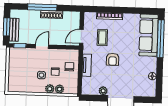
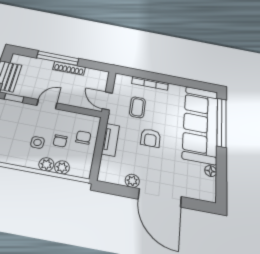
sofa: (149, 35) -> (201, 124), width x1.36, depth x1.27
door: (81, 36) -> (107, 101), hinge flipped

